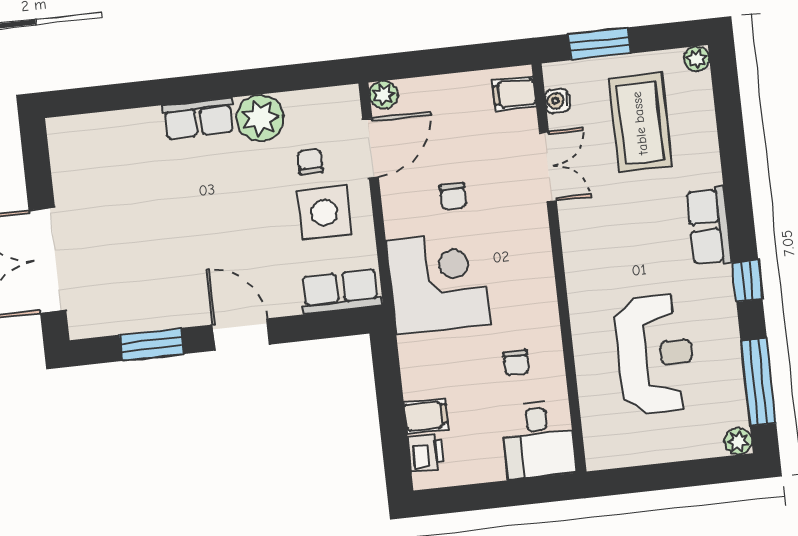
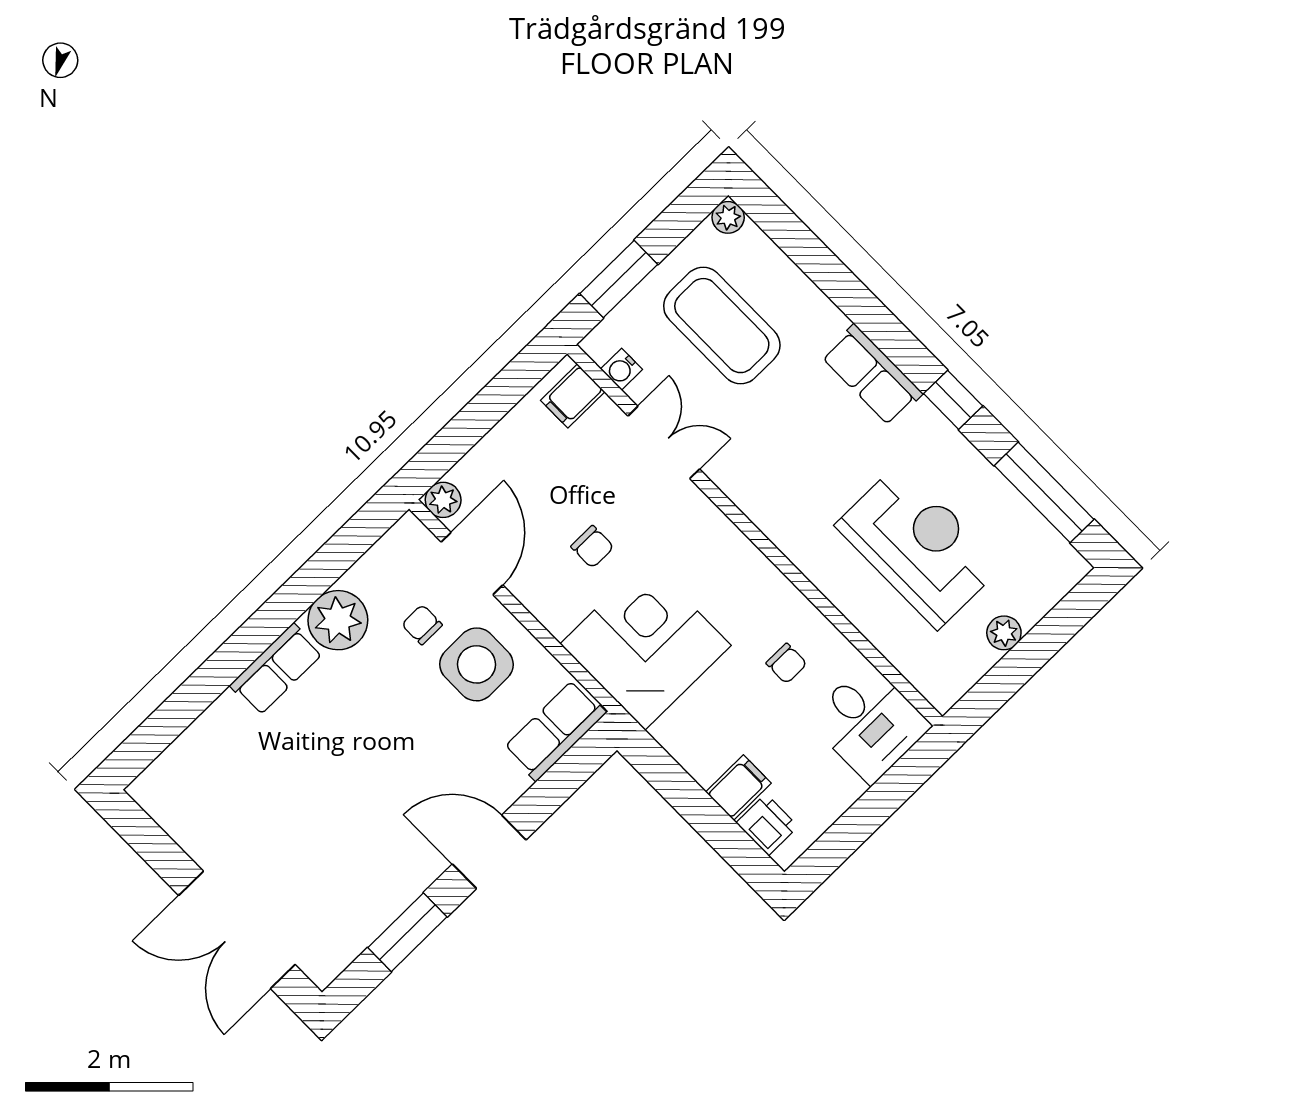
plant: (738, 441) -> (1004, 633), moved

